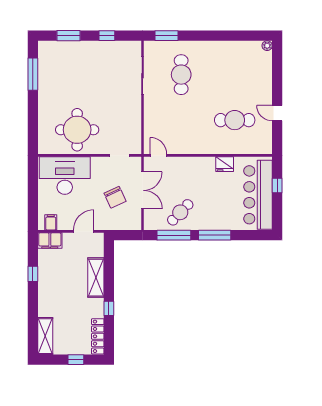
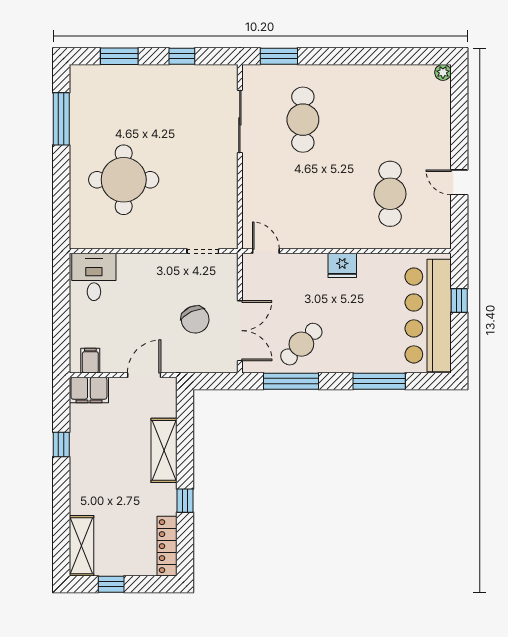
cafe table: (235, 120) -> (390, 194), turned 90
round table: (77, 130) -> (124, 180), moved
fridge: (225, 164) -> (342, 265), moved
desk: (65, 176) -> (94, 277), width x0.53, depth x0.77
double door: (142, 190) -> (240, 331), moved
window: (215, 235) -> (379, 381), moved
window: (76, 360) -> (111, 584), moved

